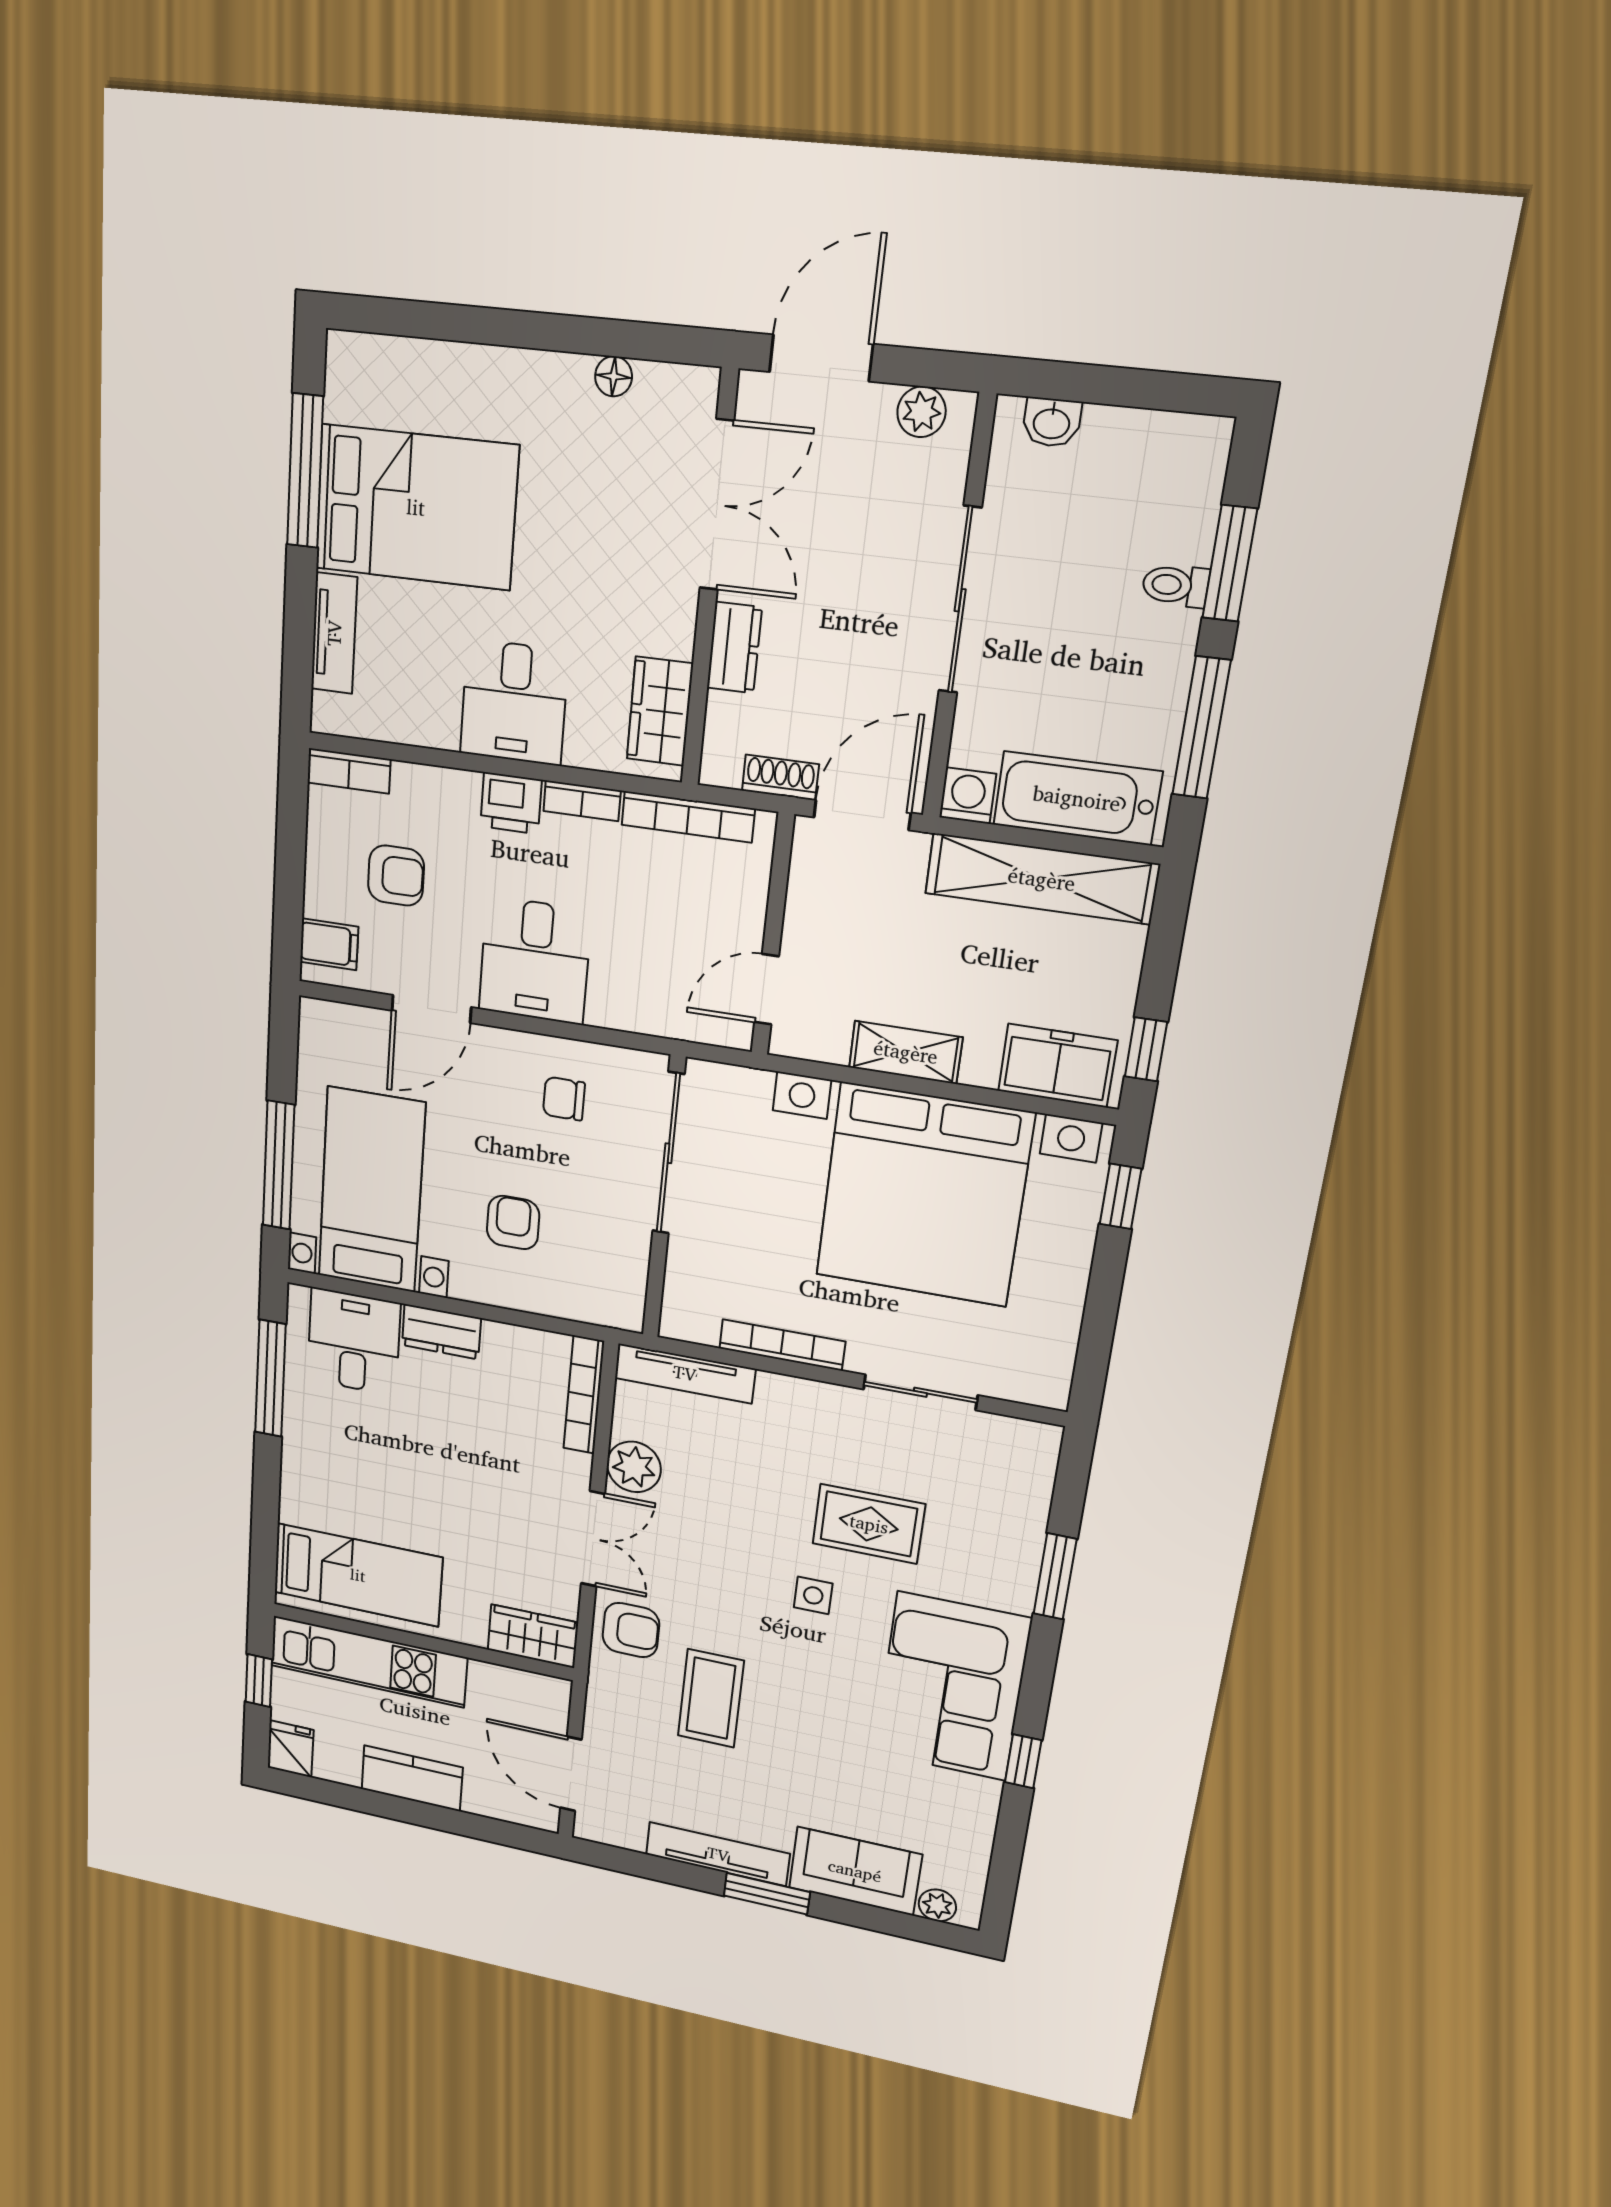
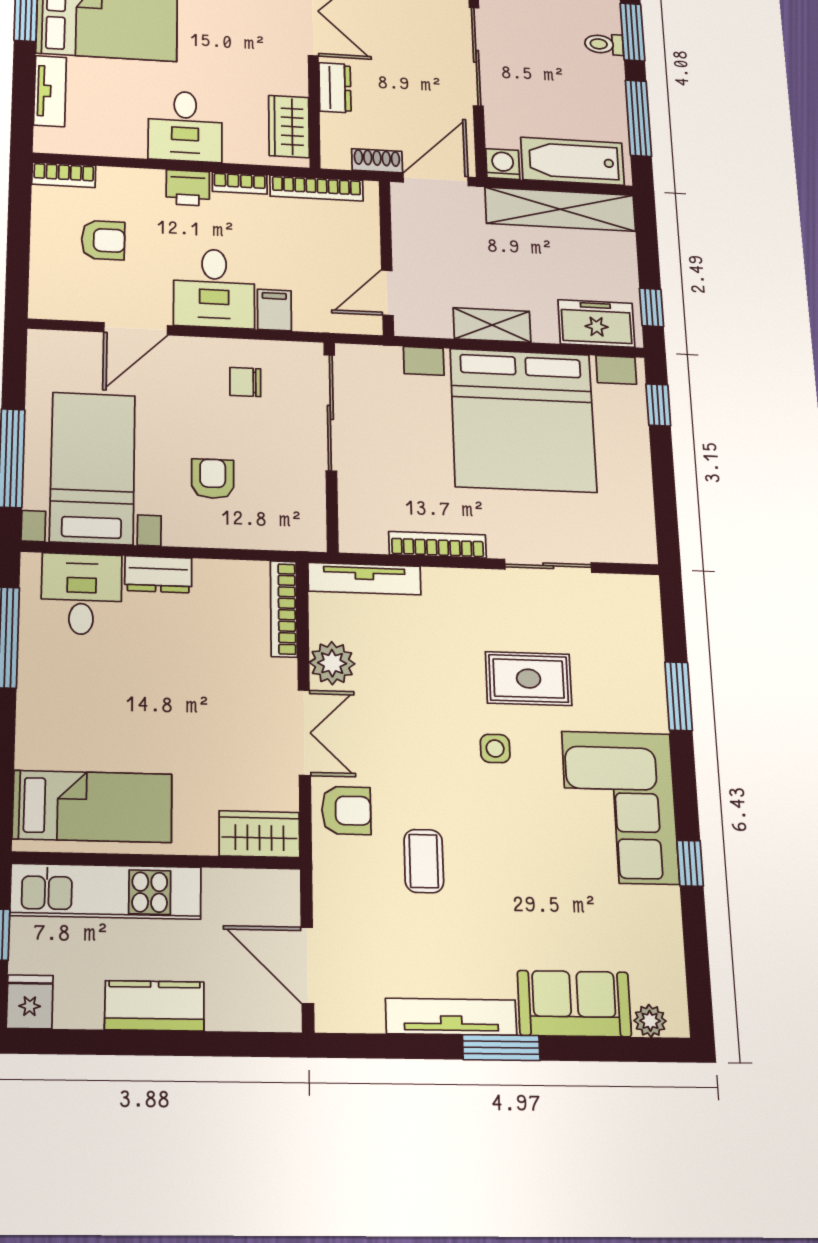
filing cabinet: (329, 944) -> (274, 310), moved, turned -90
coffee table: (711, 1698) -> (424, 861), width x0.73, depth x0.77

